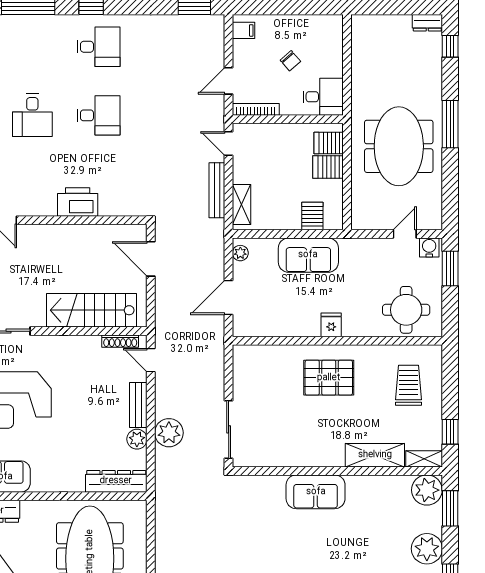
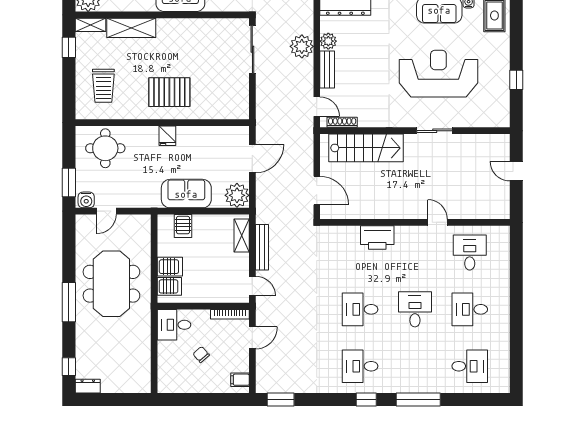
plant: (240, 253) -> (237, 195), width x1.87, depth x1.87

